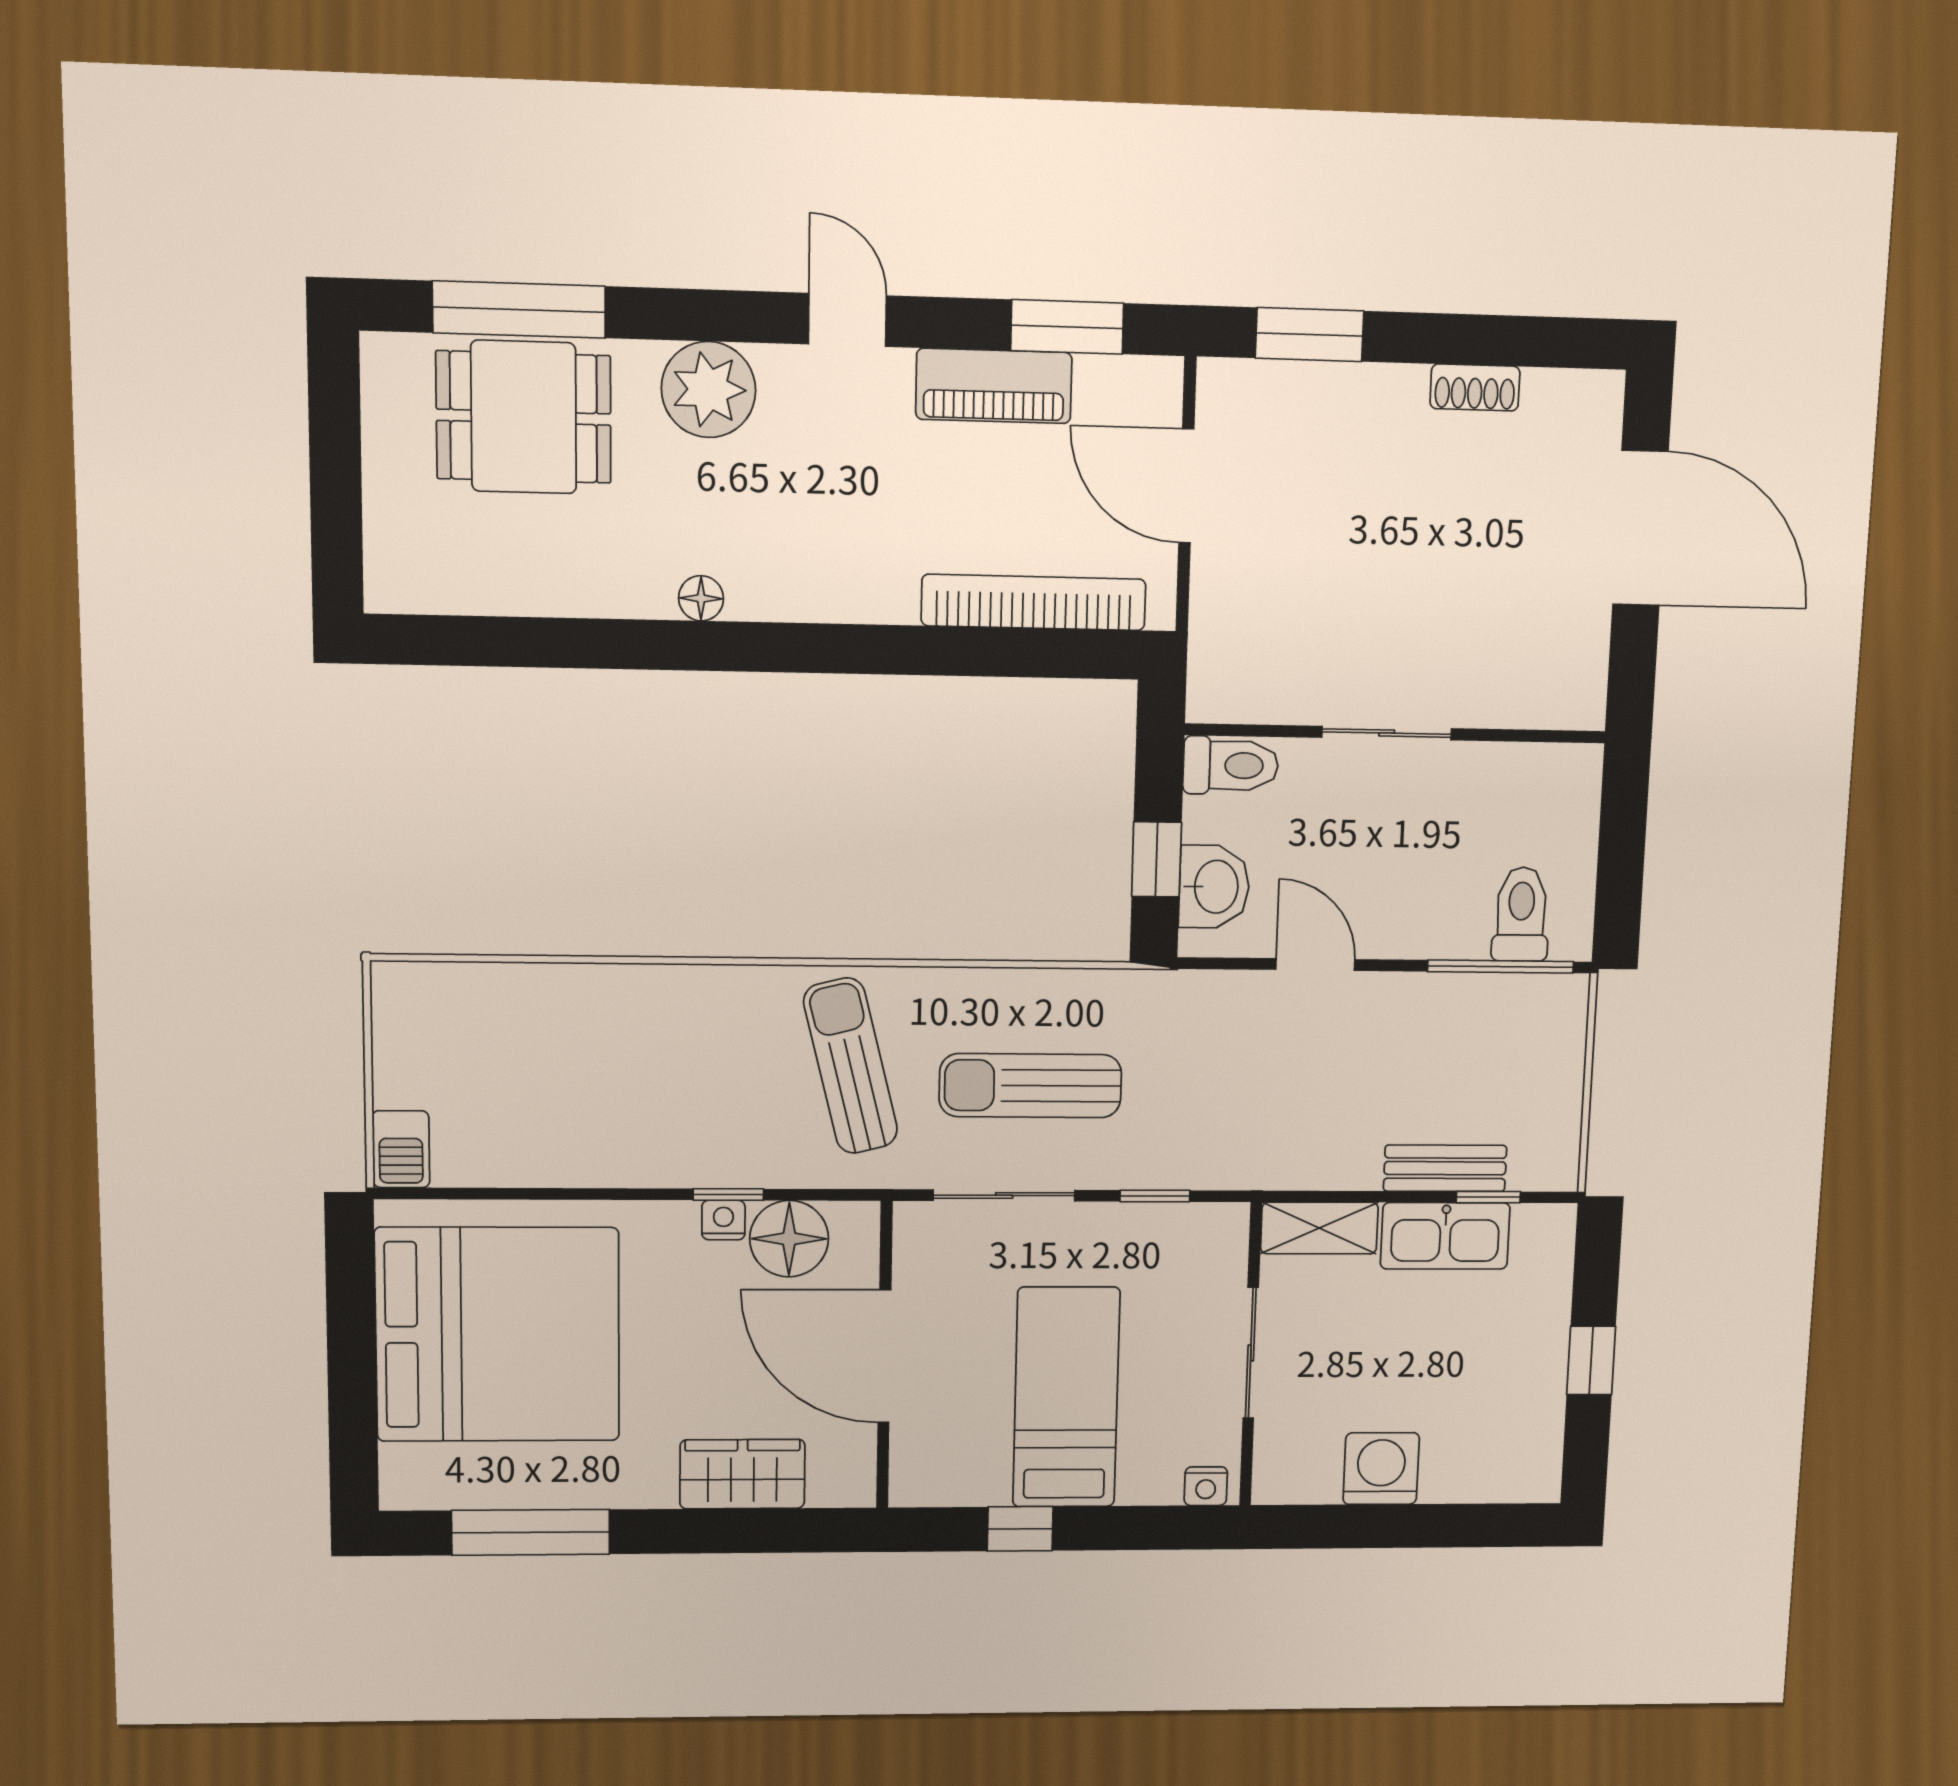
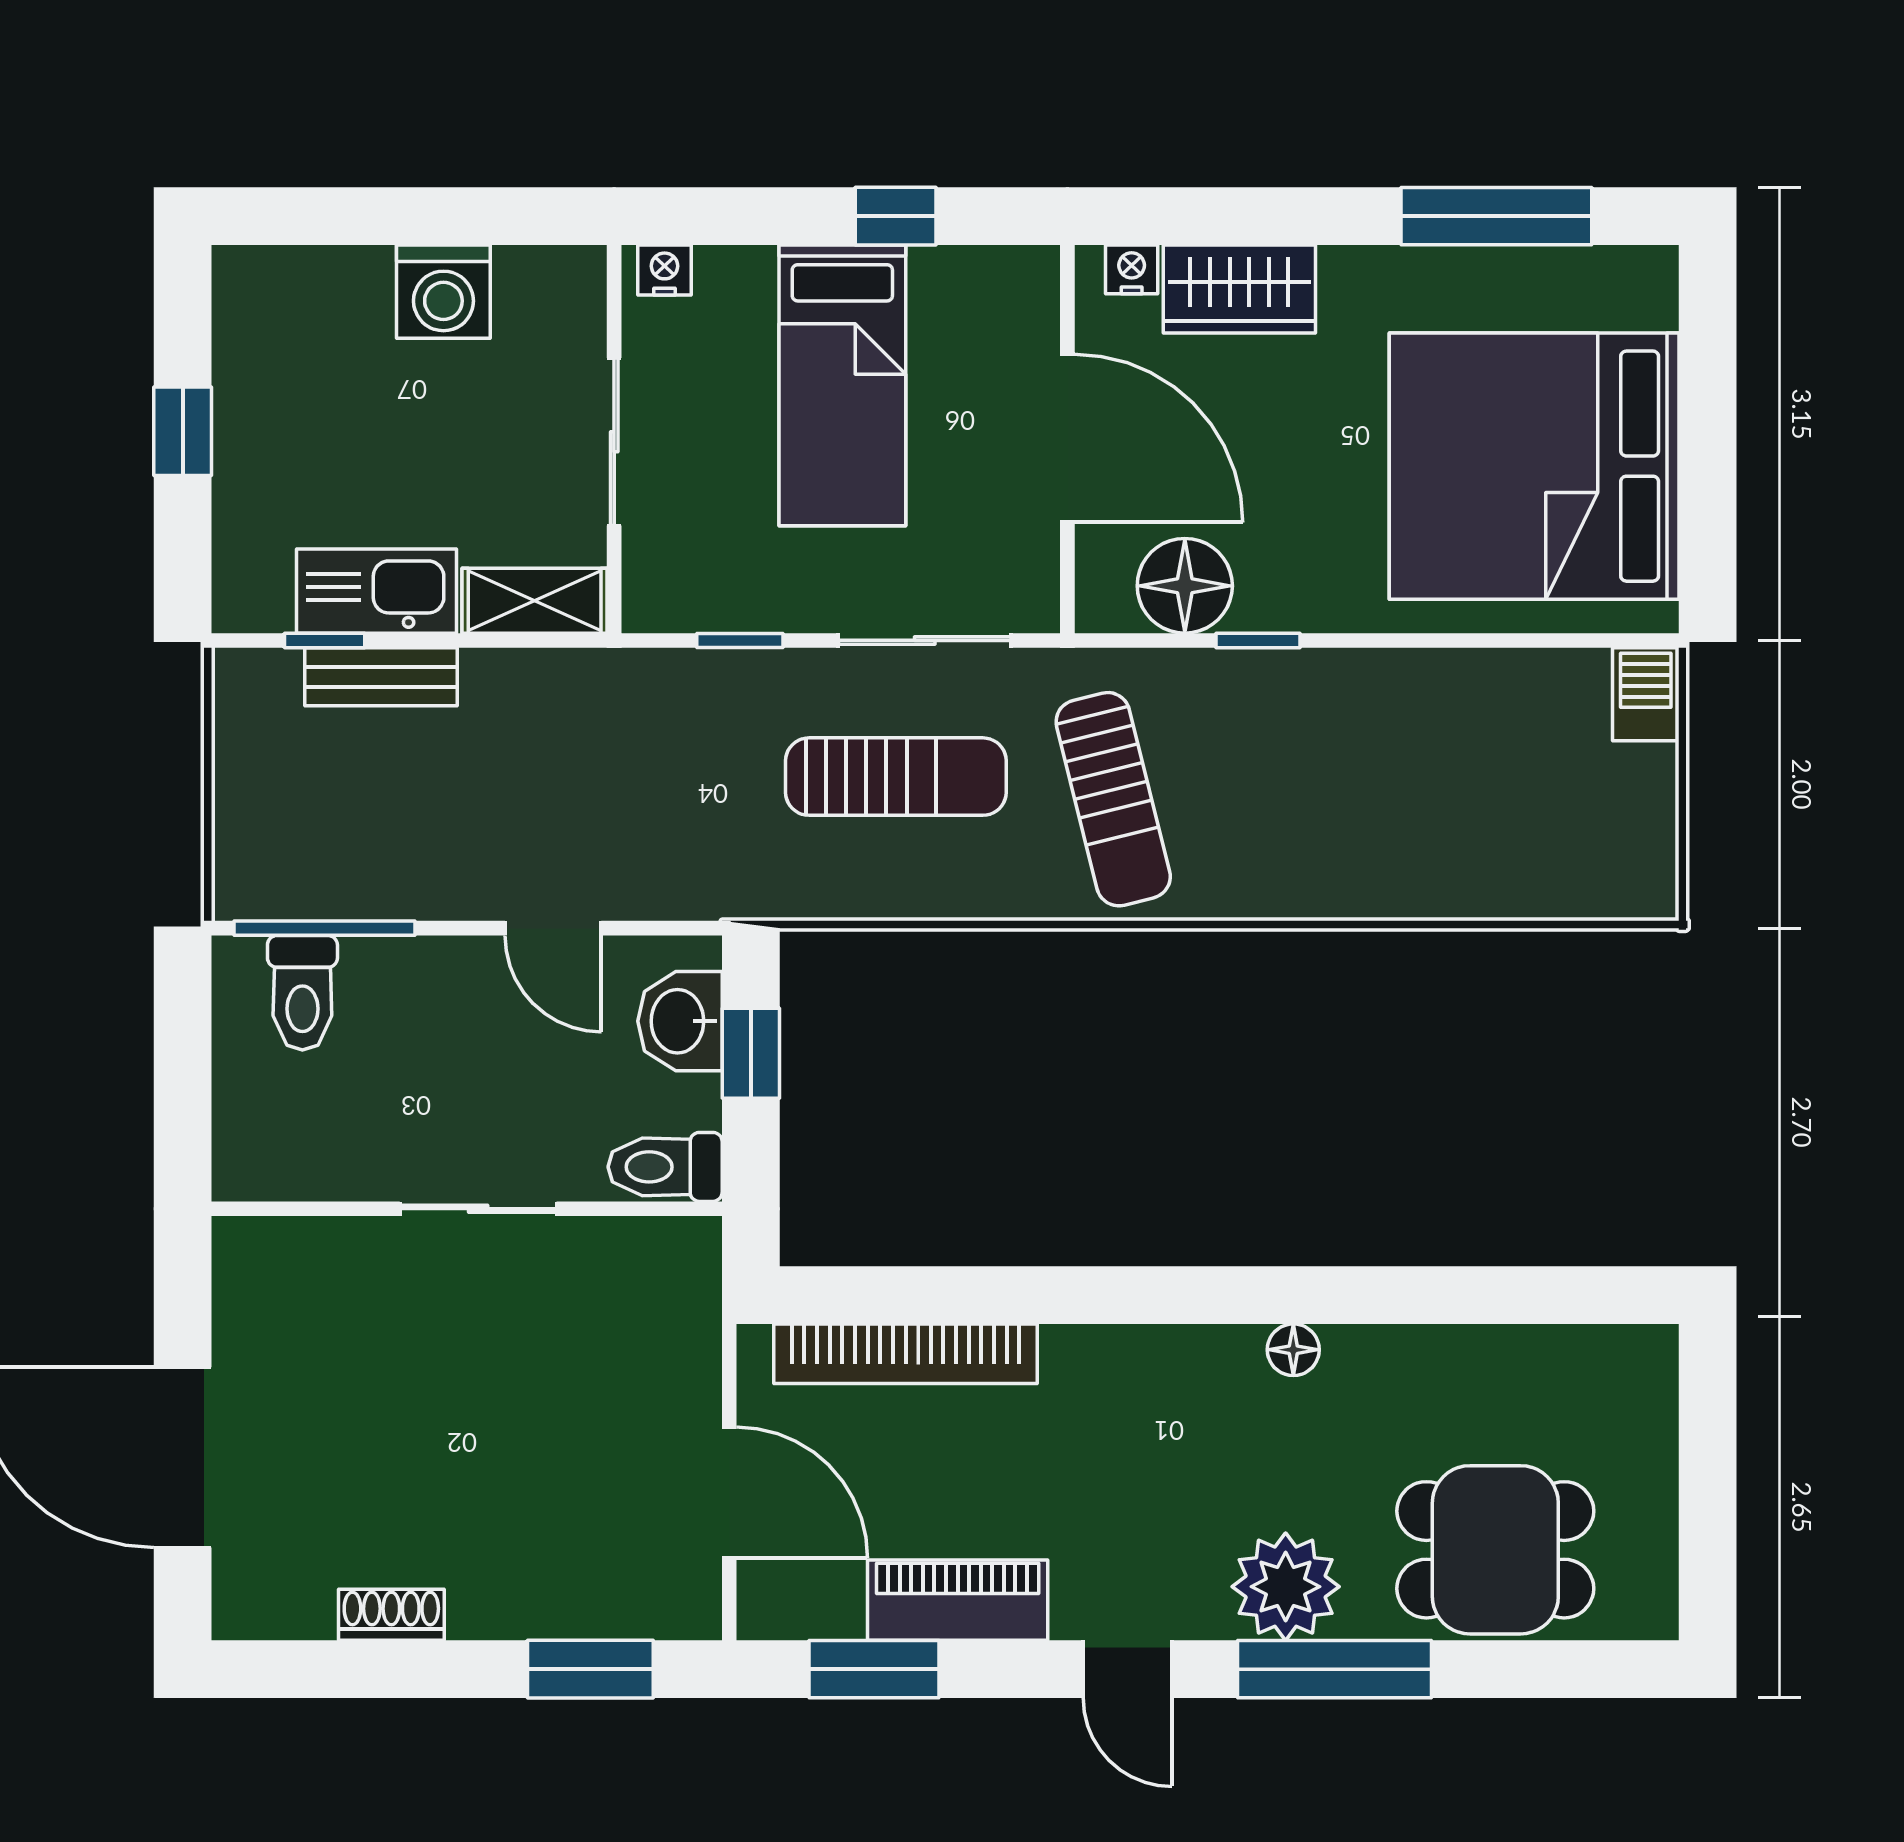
window: (519, 310) -> (1335, 1669), moved
nightstand: (723, 1220) -> (1132, 269), moved, turned 180

